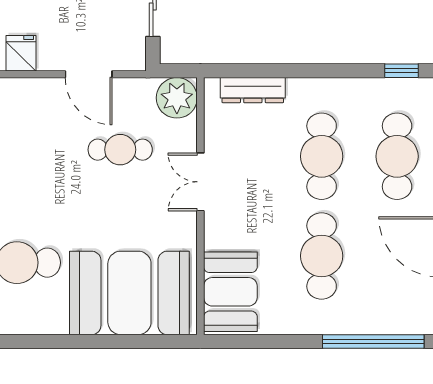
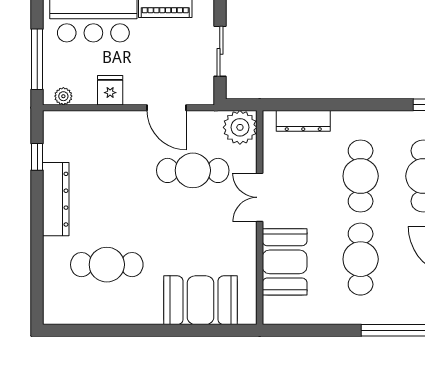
cafe table: (120, 150) -> (193, 170), width x1.37, depth x1.35
booth: (230, 292) -> (285, 262), moved
booth: (129, 293) -> (201, 300), width x0.73, depth x0.70

